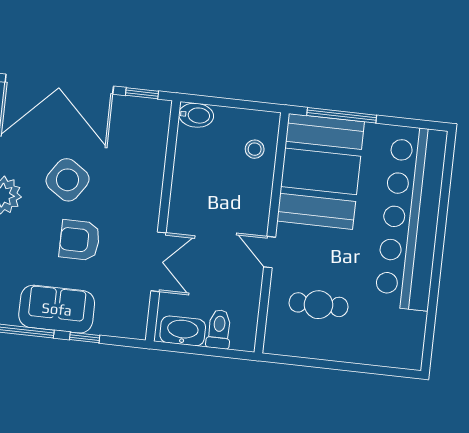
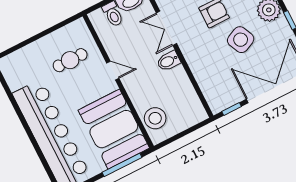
bidet: (196, 115) -> (168, 61), moved
stool: (255, 149) -> (155, 118), width x1.89, depth x1.89
side table: (68, 180) -> (241, 40), turned 30

